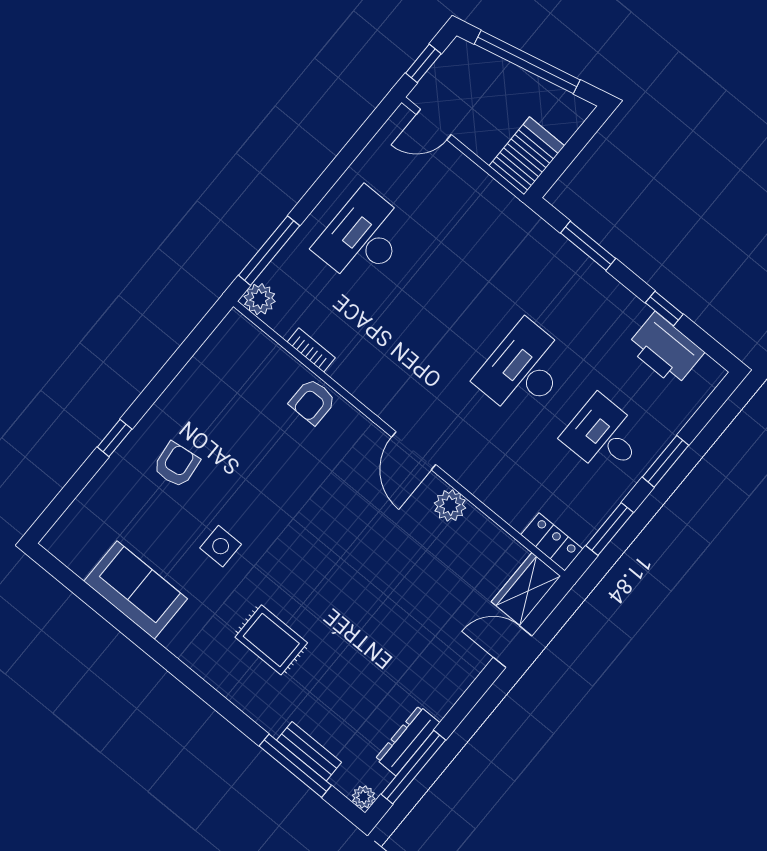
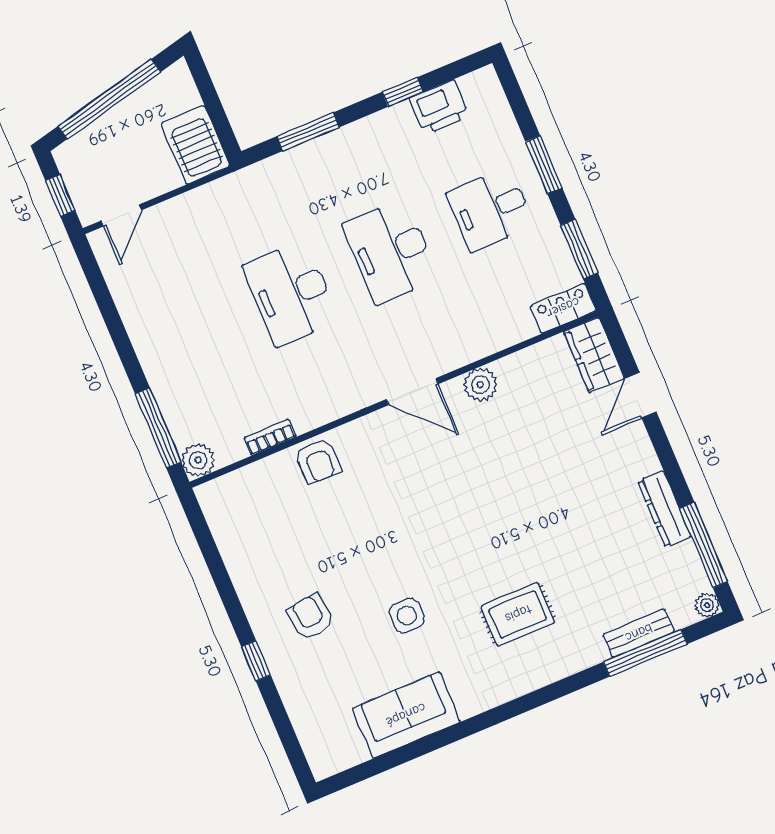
desk: (363, 237) -> (291, 293), moved
printer: (665, 349) -> (439, 107), width x0.73, depth x0.84
dresser: (408, 741) -> (664, 509), moved

